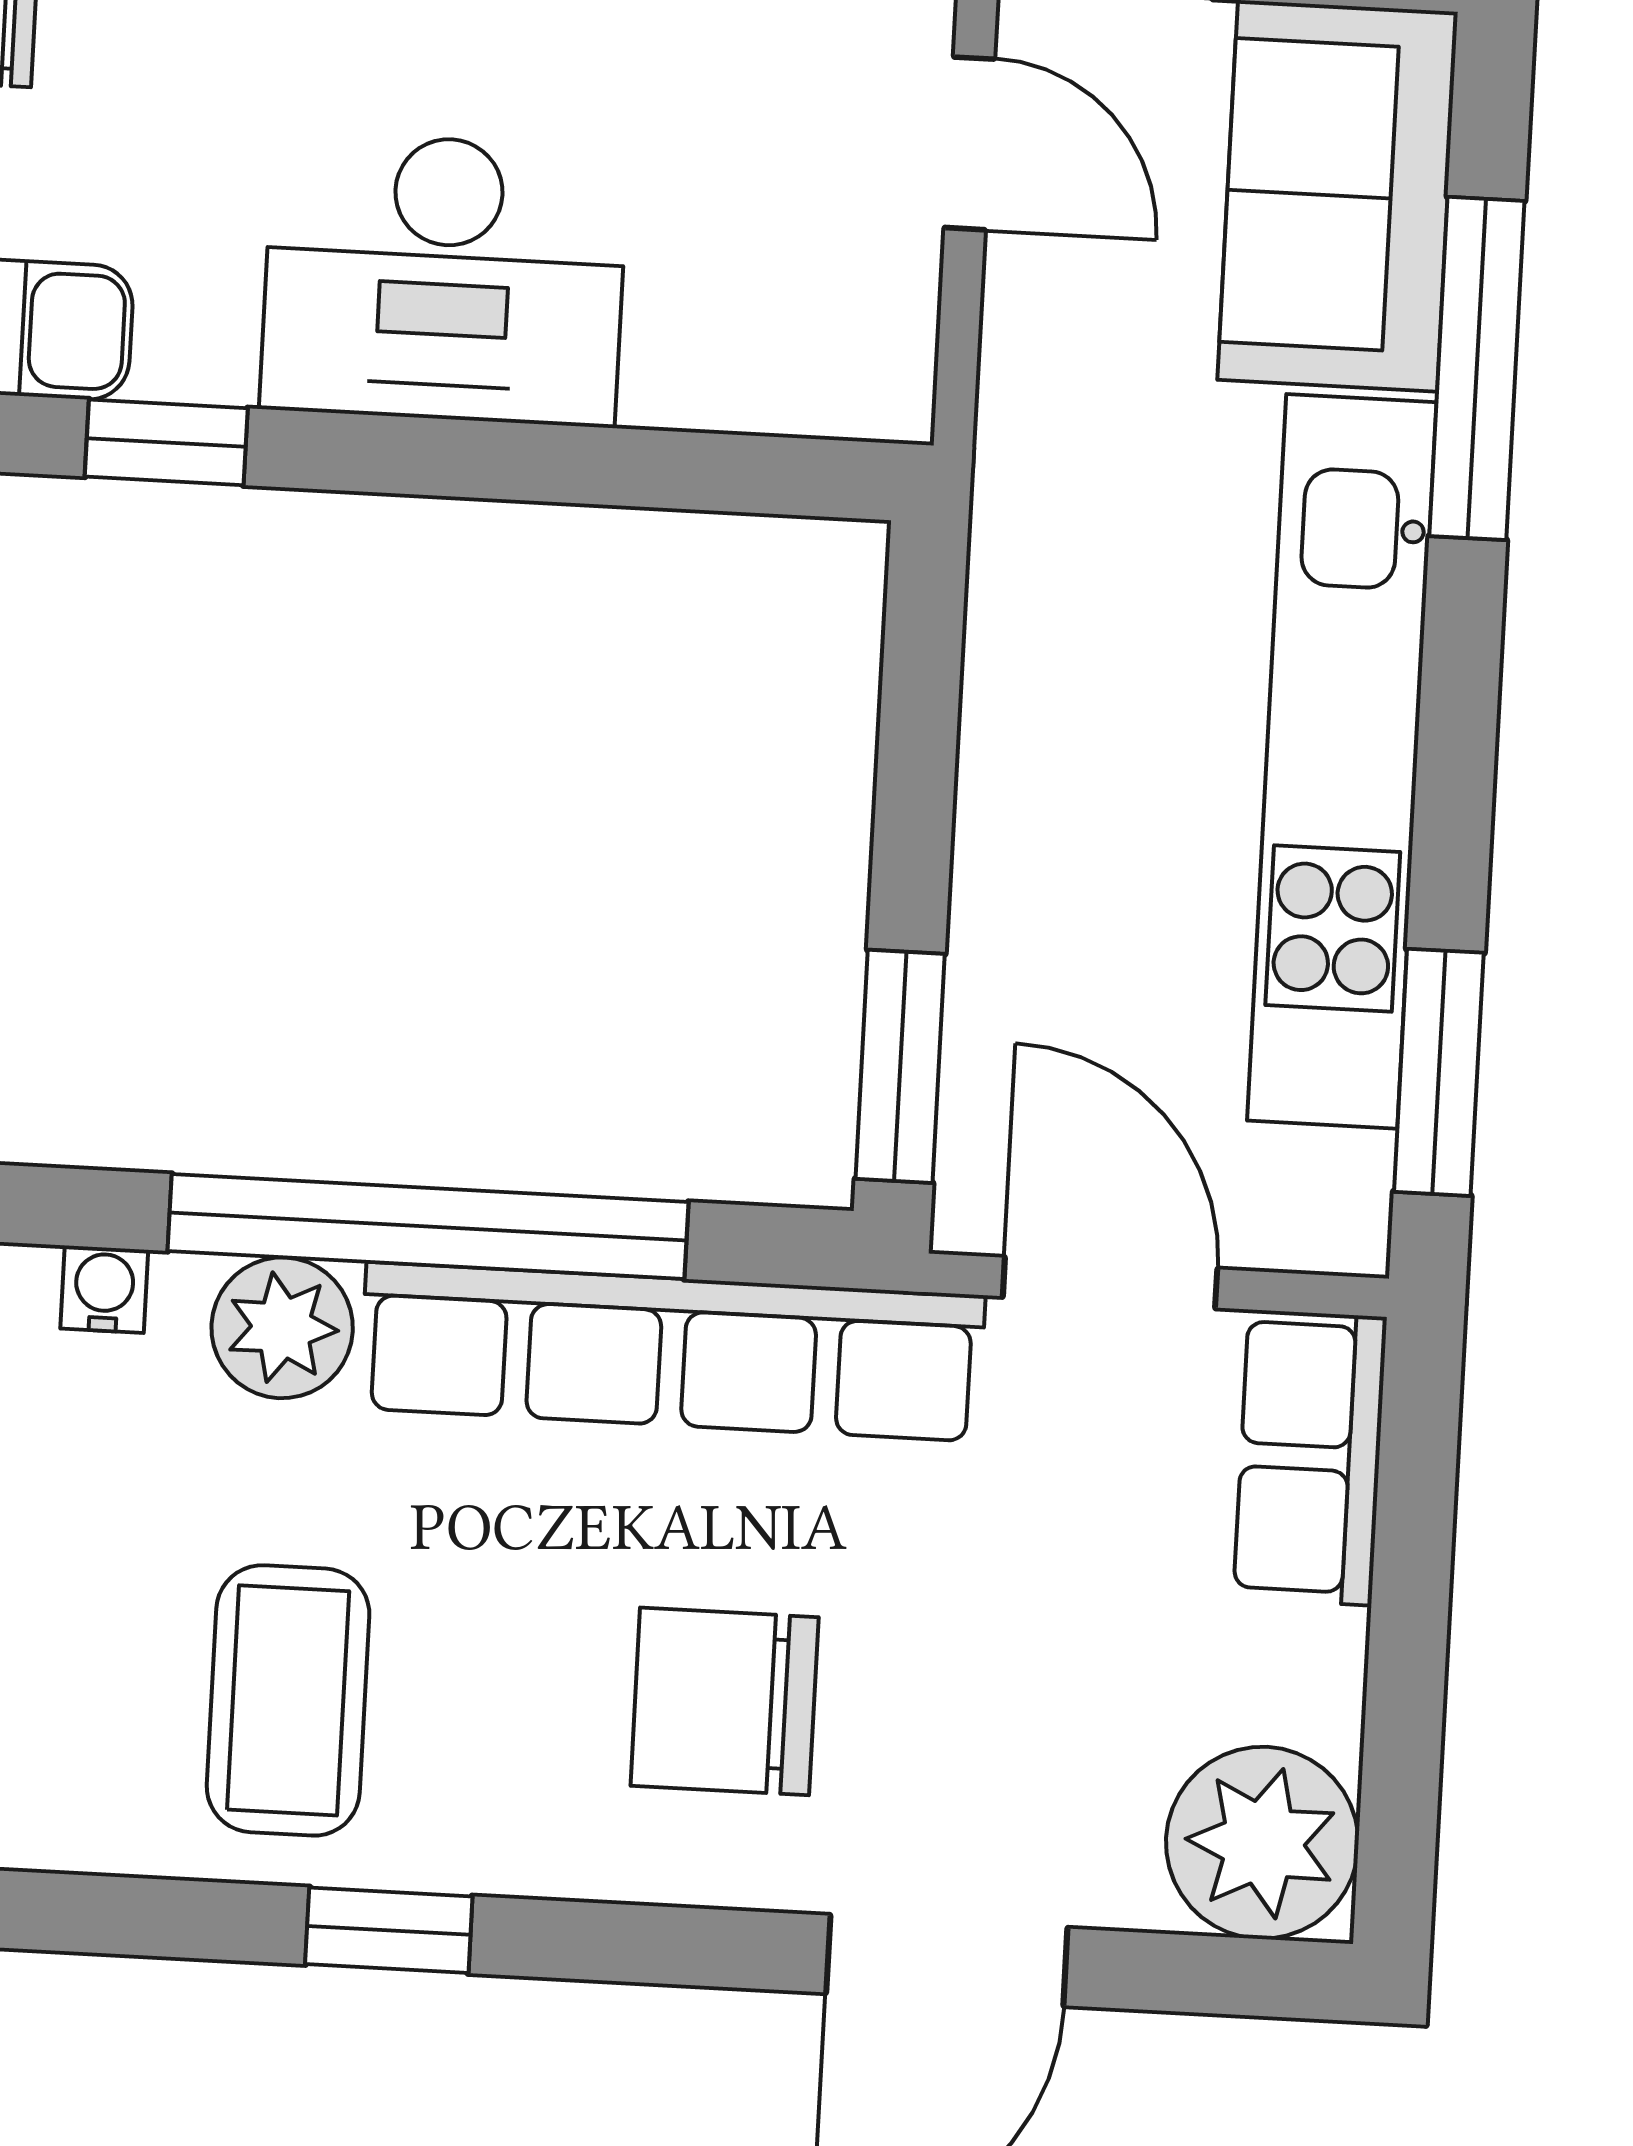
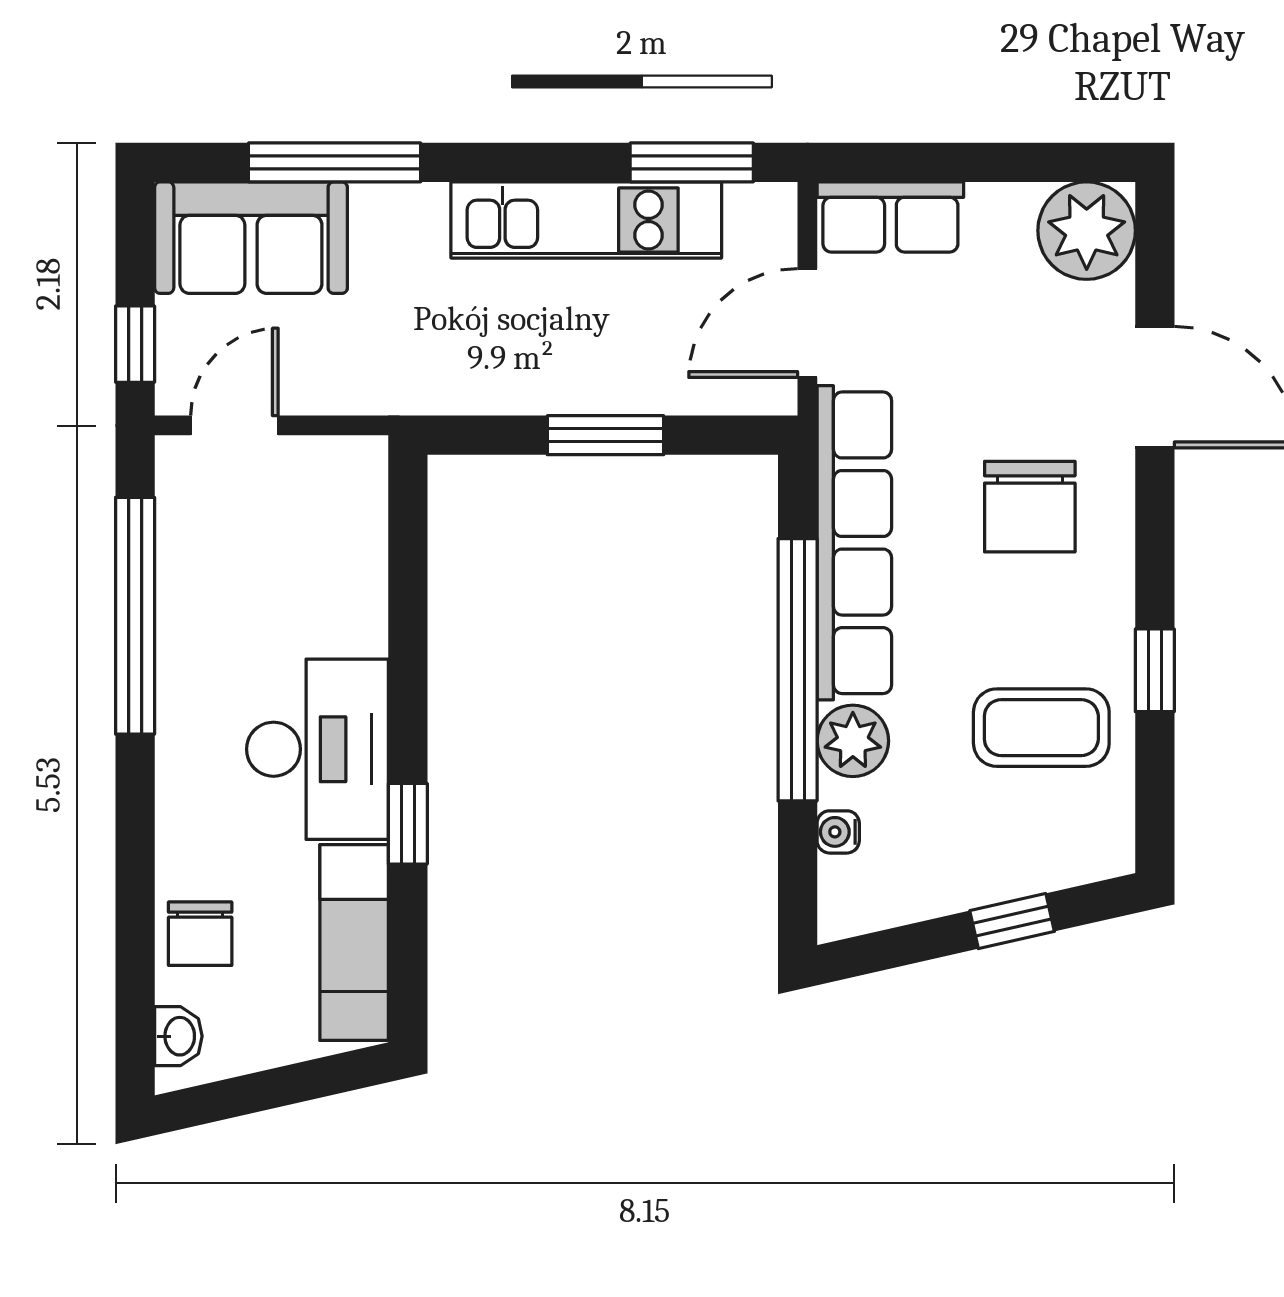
desk: (444, 279) -> (317, 749), moved
kitchen unit: (1342, 761) -> (586, 220), width x0.73
window: (900, 1066) -> (605, 435), moved

